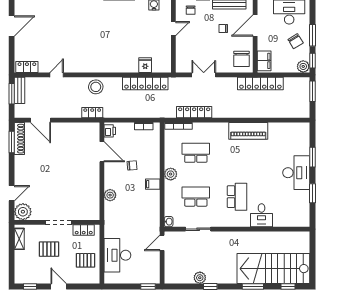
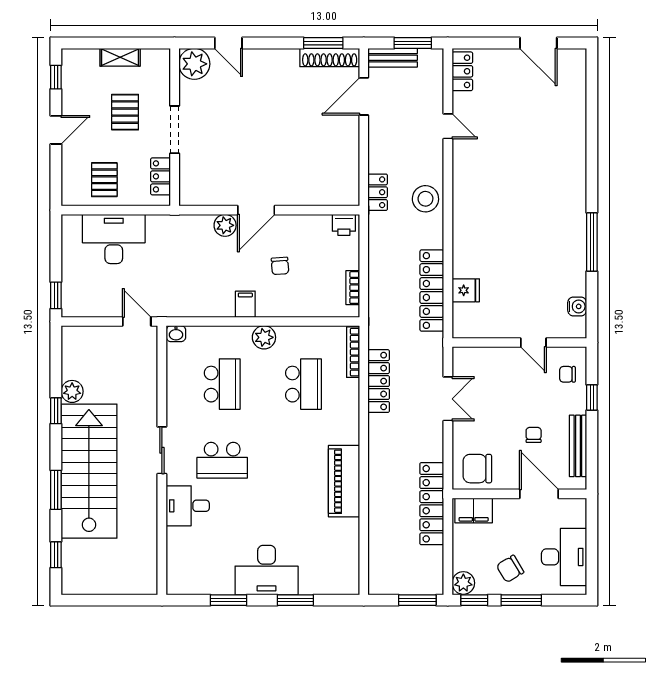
bench: (20, 90) -> (393, 58), moved
door: (102, 152) -> (256, 210), moved
sliding door: (198, 229) -> (162, 450), moved
shelving: (19, 239) -> (120, 57), moved
stairs: (273, 269) -> (89, 471), moved

